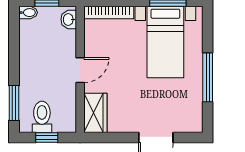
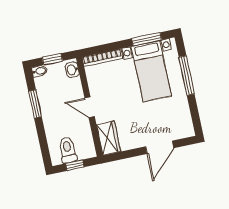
door: (80, 70) -> (90, 107), swing flipped
window: (208, 77) -> (187, 76), moved
window: (14, 103) -> (35, 104), moved

